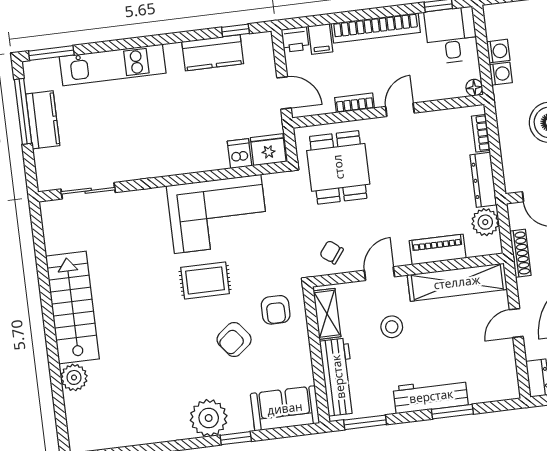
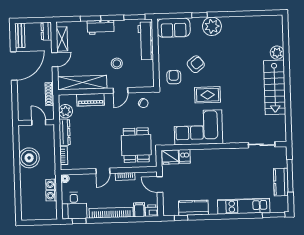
window: (23, 111) -> (290, 176), moved
shelving: (327, 314) -> (62, 39), moved
workbench: (431, 396) -> (101, 27), width x0.73

